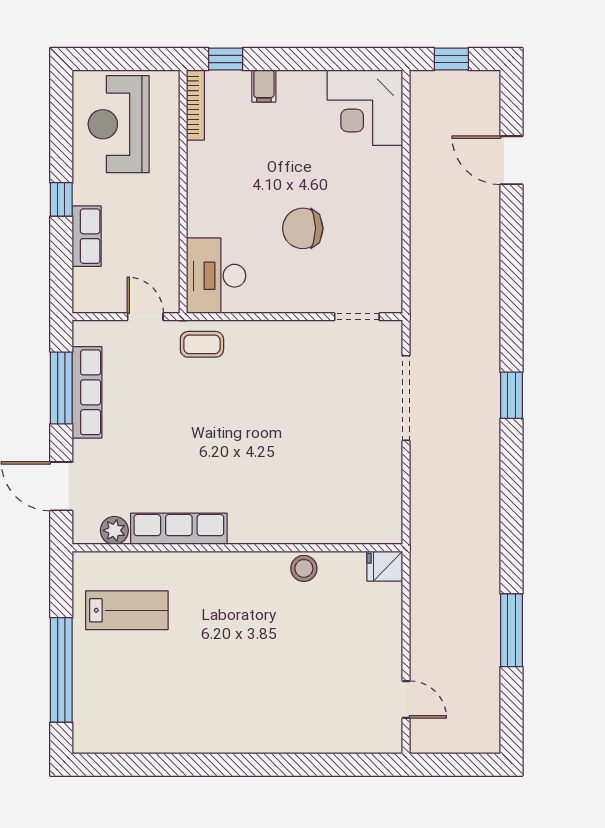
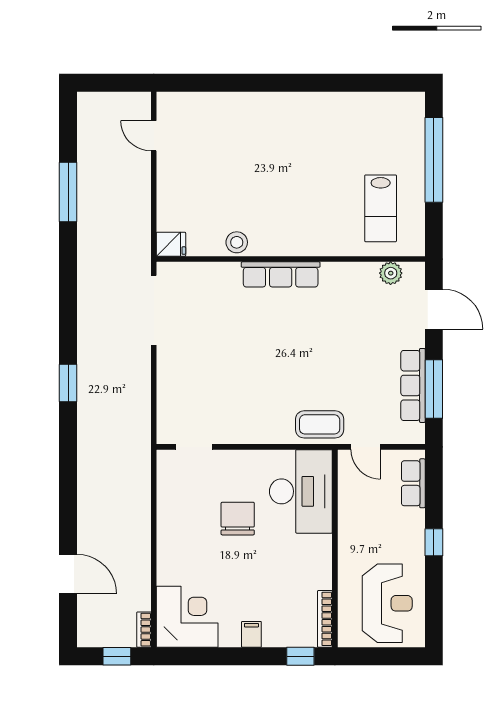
filing cabinet: (264, 86) -> (251, 634), moved
bookcase: (418, 92) -> (144, 630), added
chair: (303, 228) -> (238, 519), turned -90
row of seats: (87, 236) -> (413, 483), moved
desk: (216, 276) -> (301, 491), width x1.36, depth x1.30
coffee table: (202, 344) -> (320, 424), width x1.36, depth x1.30
doorway: (406, 398) -> (154, 310), moved
row of seats: (179, 529) -> (281, 274), moved
lab bench: (127, 610) -> (381, 208), turned -90

